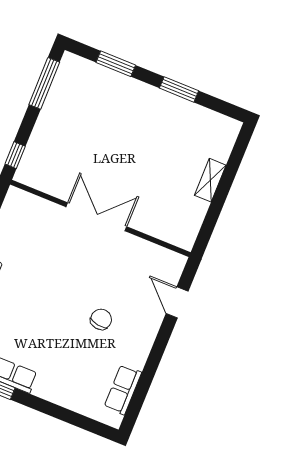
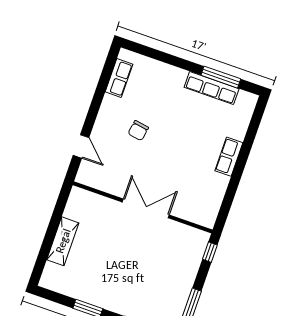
shelving: (210, 180) -> (63, 241), width x1.50, depth x1.33
double door: (96, 217) -> (146, 208), swing flipped

